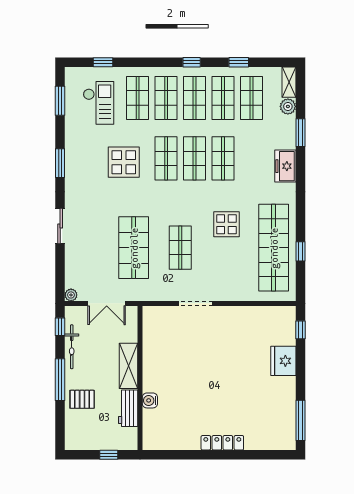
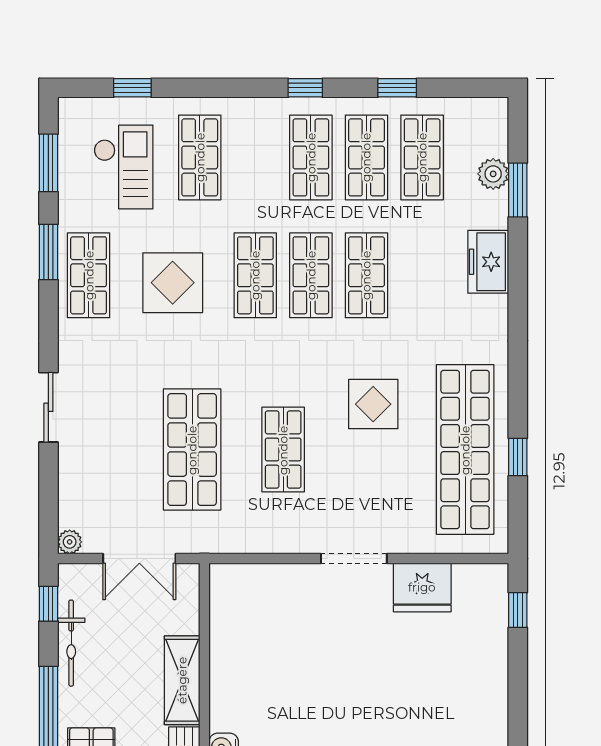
shelving: (289, 82) -> (495, 126), removed
shop shelf: (166, 98) -> (89, 275), moved
window: (301, 133) -> (518, 190), moved
window: (60, 163) -> (48, 252), moved
freezer: (285, 166) -> (488, 262), moved
doorway: (196, 303) -> (354, 559), moved
fridge: (283, 361) -> (422, 587), moved, turned -90

